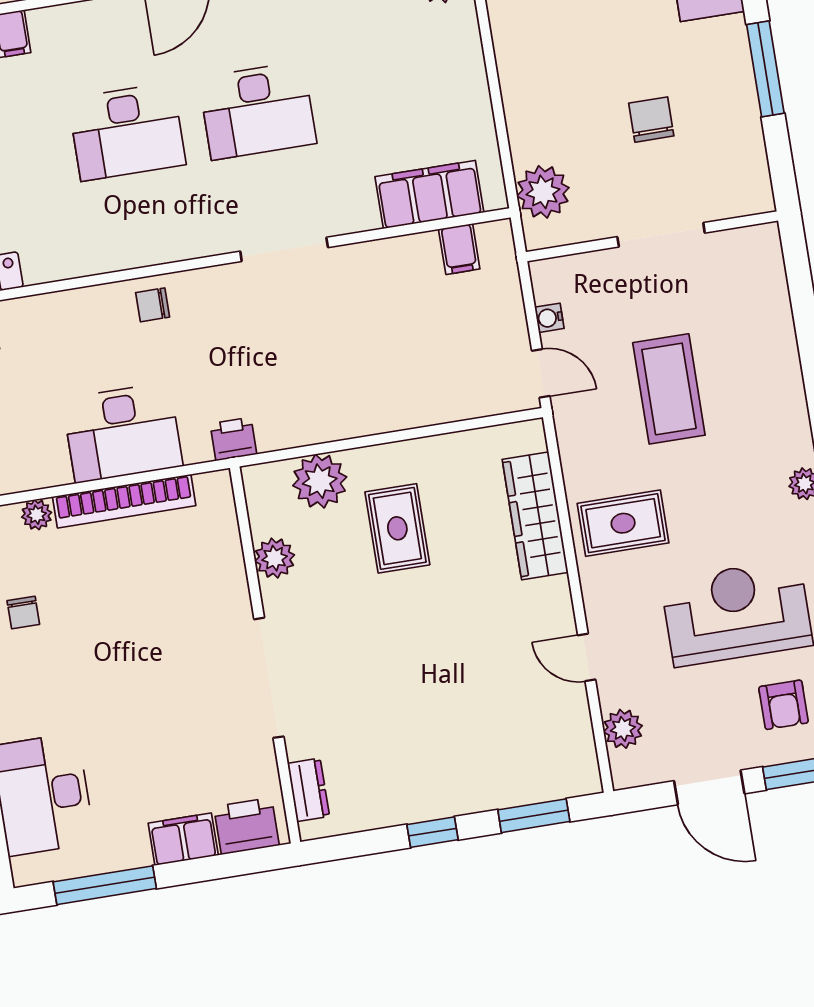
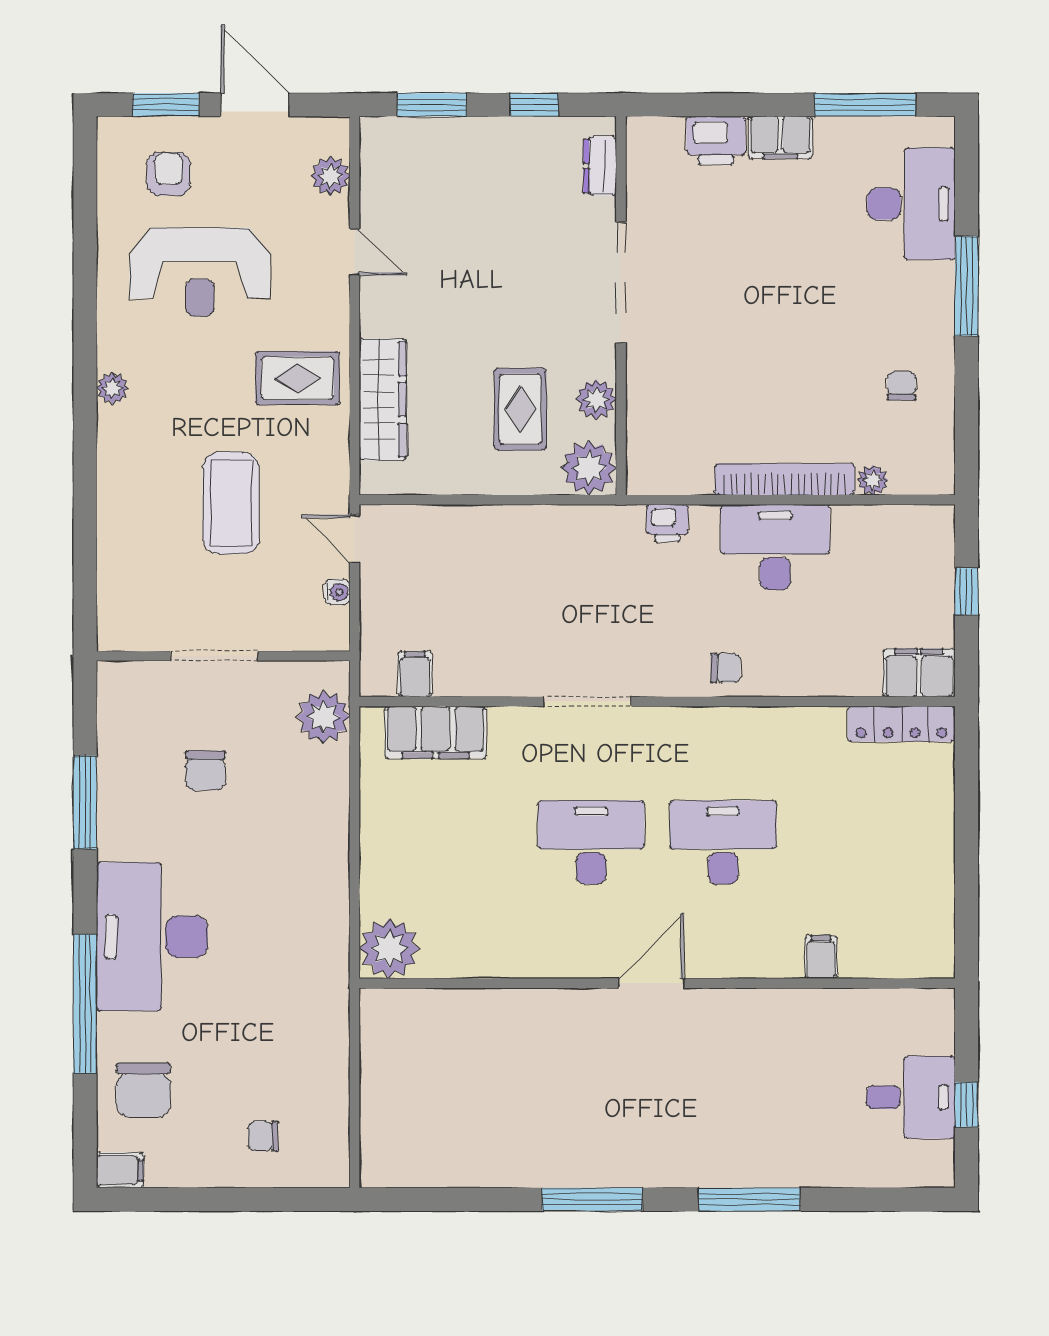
plant: (275, 558) -> (596, 399), moved
wall: (265, 655) -> (621, 306), moved
doorway: (269, 678) -> (621, 283), moved
dresser: (308, 790) -> (600, 166), moved

